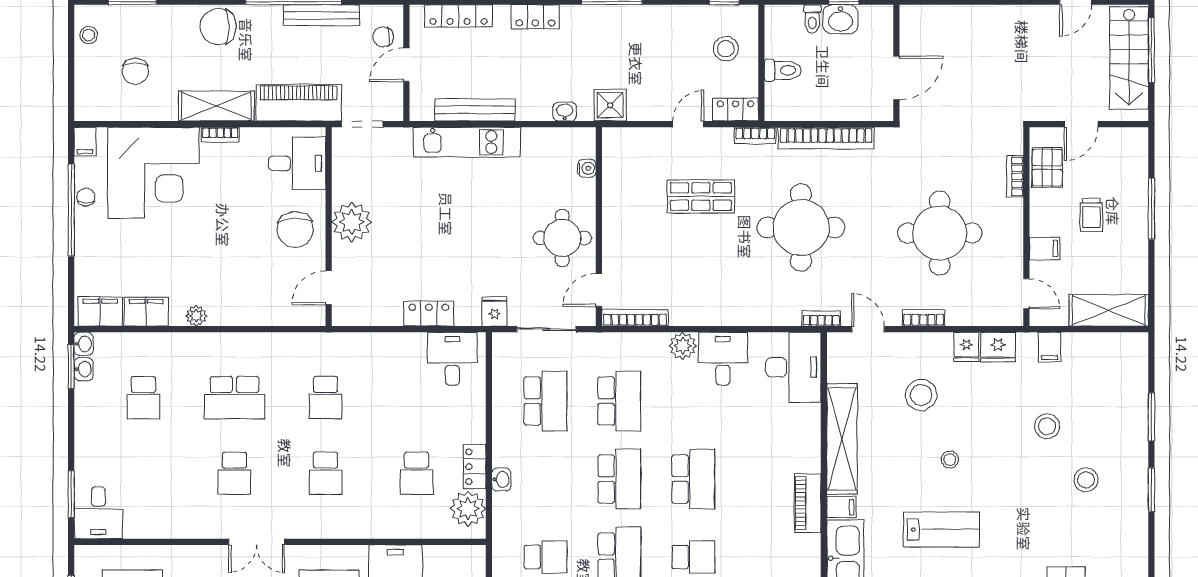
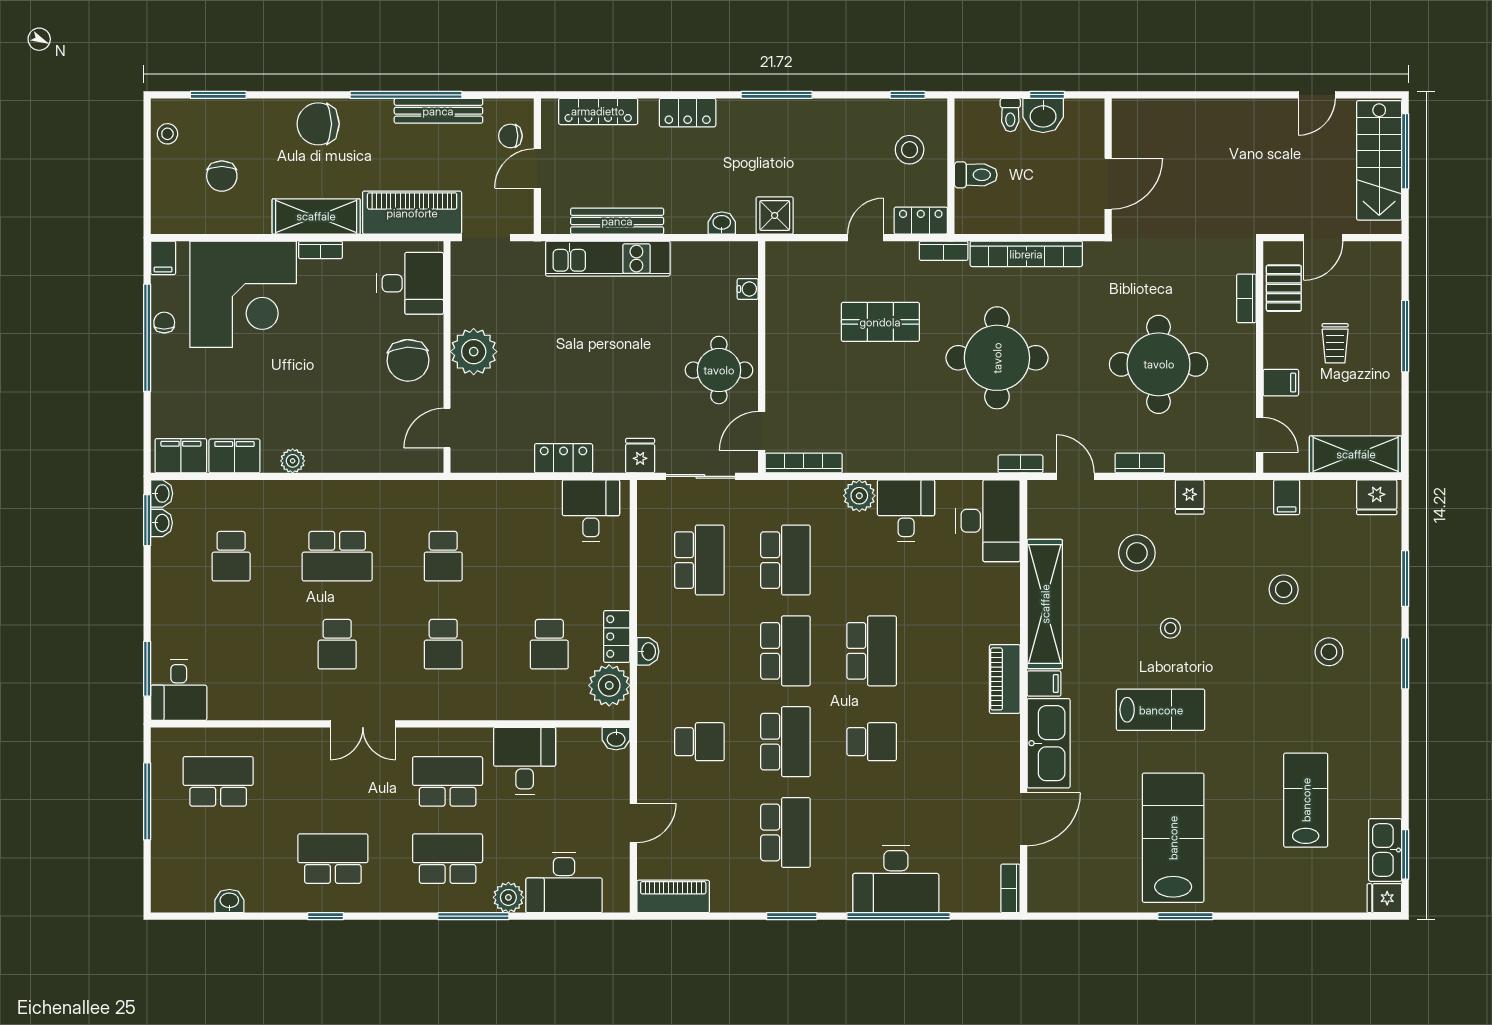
fridge: (998, 347) -> (1377, 497), moved
washbasin: (474, 554) -> (616, 739), added

